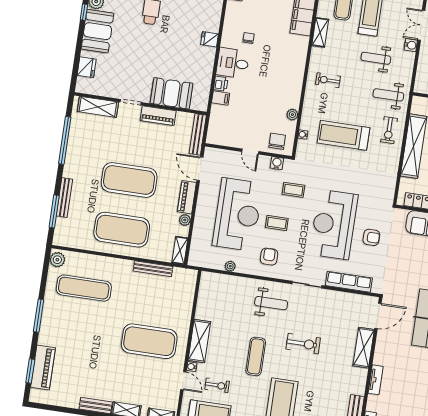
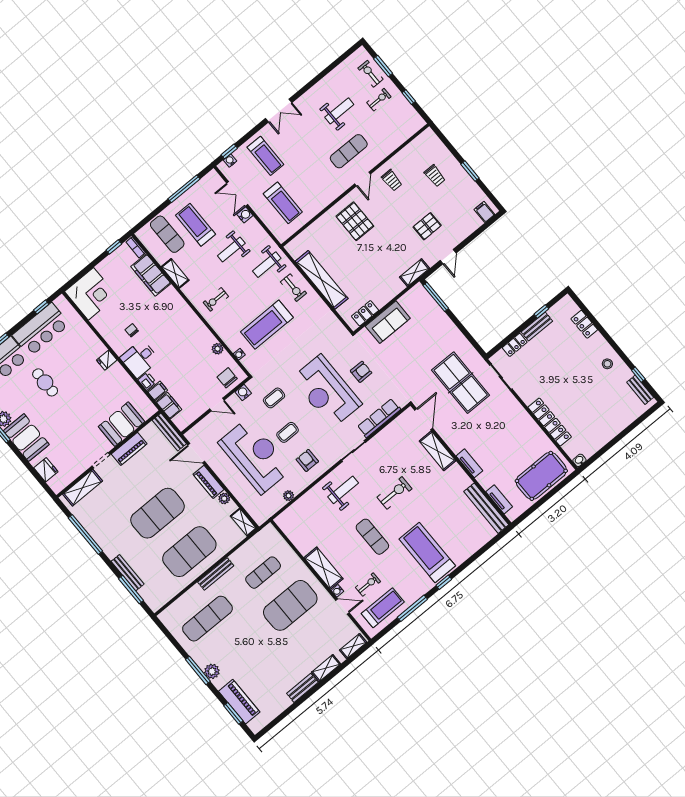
filing cabinet: (217, 116) -> (169, 406), added
plant: (57, 260) -> (212, 671), moved
bench: (153, 269) -> (216, 574), moved
exercise mat: (156, 299) -> (263, 573), added

